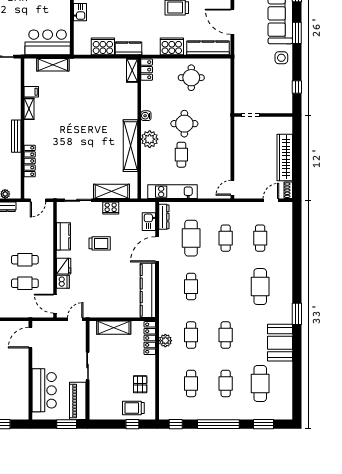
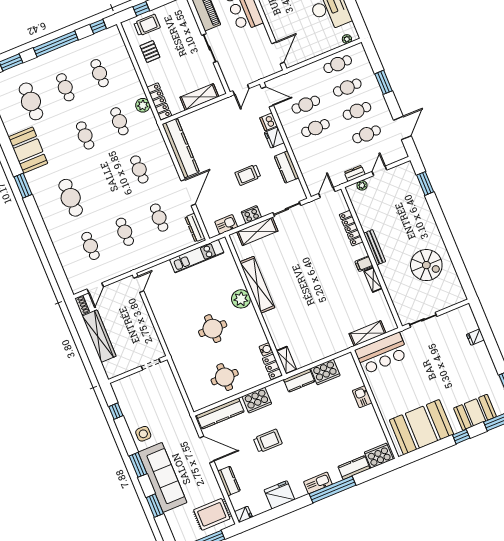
filing cabinet: (31, 92) -> (364, 264), moved
water cooler: (146, 116) -> (266, 349), moved
cafe table: (181, 155) -> (203, 297), removed
kitchen sink: (149, 222) -> (226, 224), moved, turned -90
cafe table: (191, 238) -> (159, 218), width x0.73, depth x0.74

